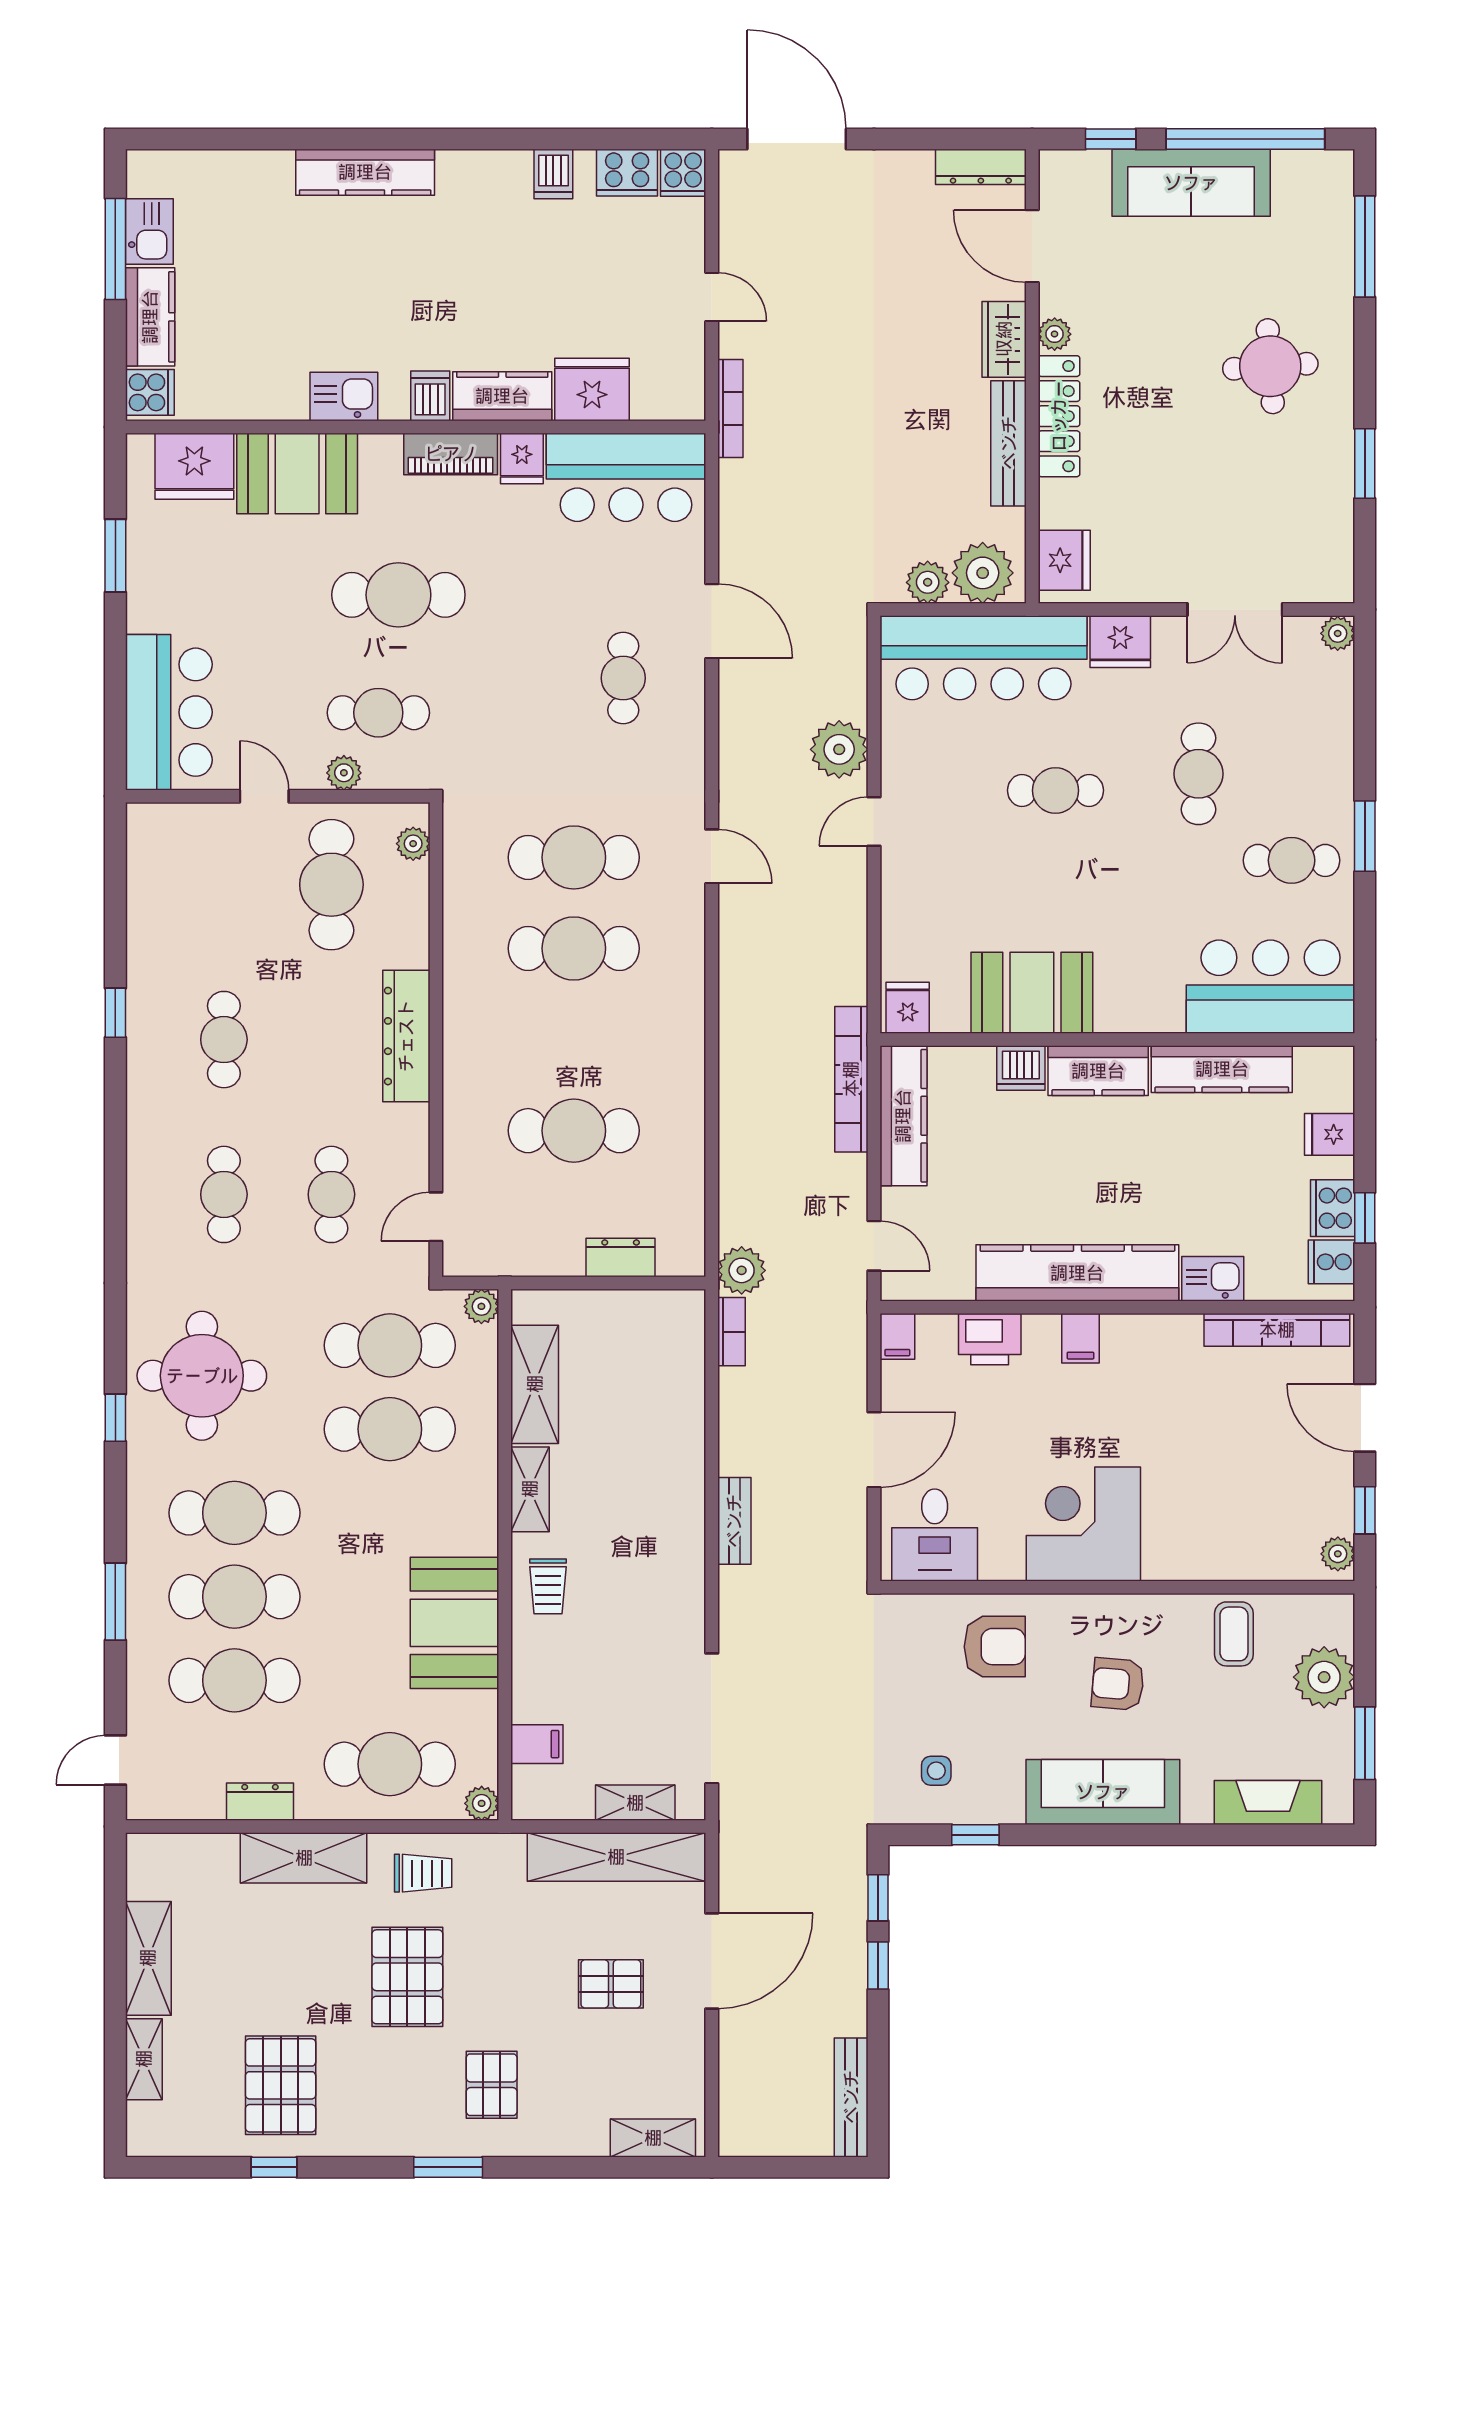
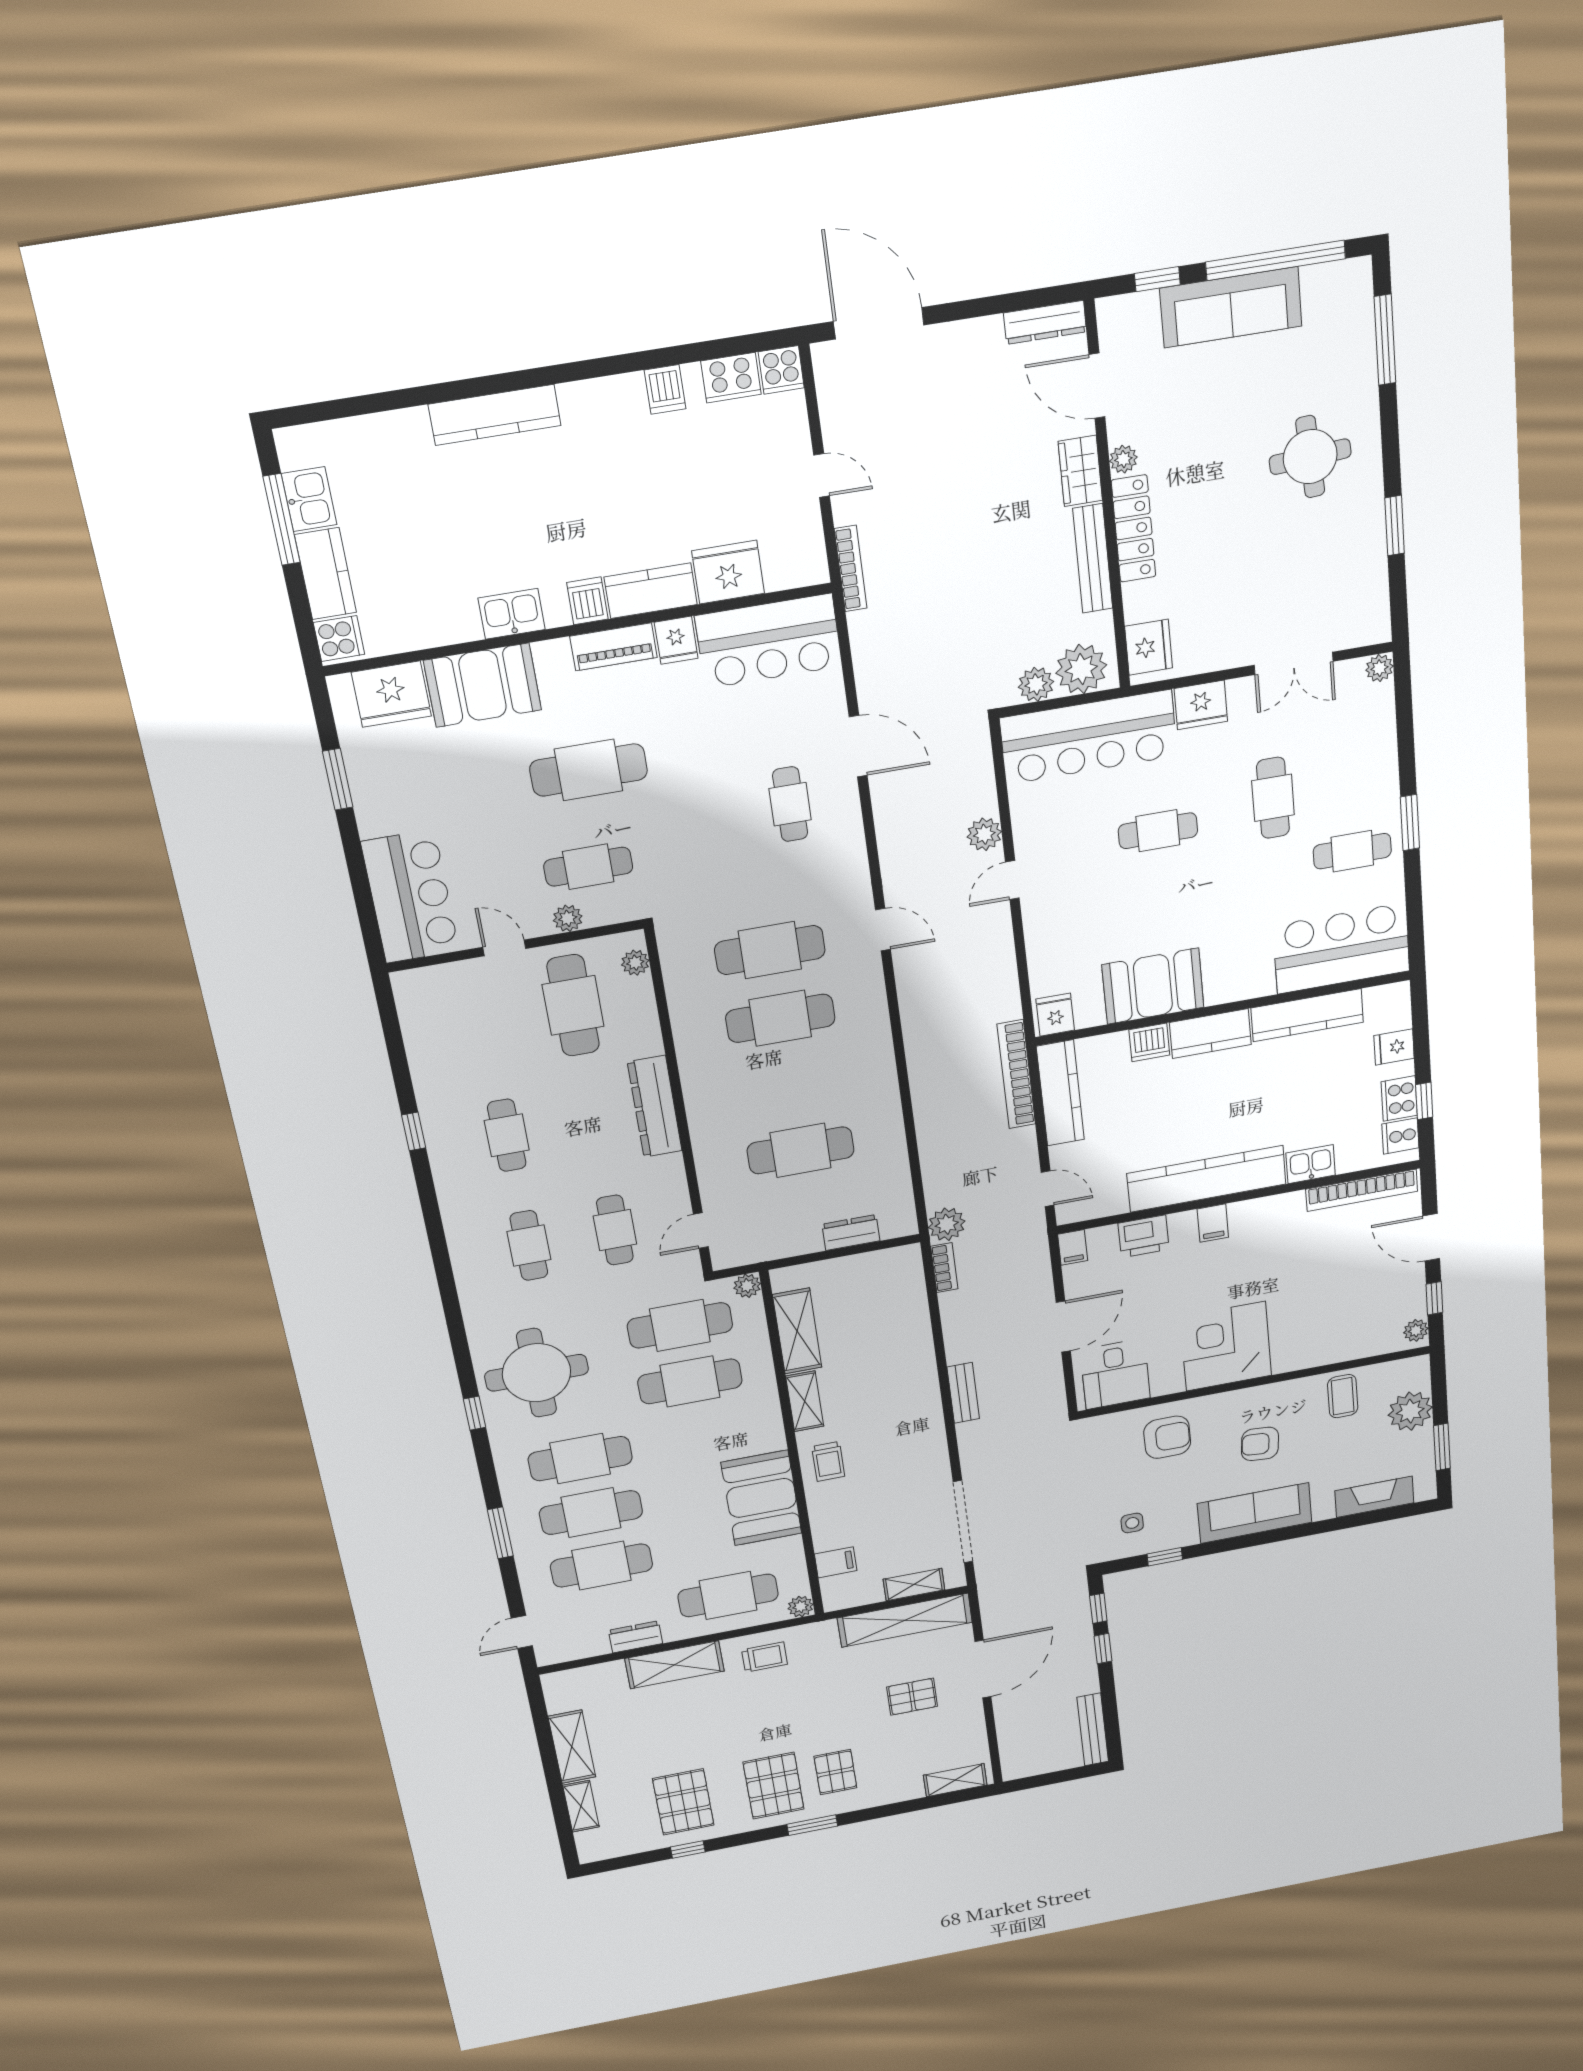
plant: (839, 749) -> (984, 834), width x0.73, depth x0.73
pallet: (407, 1977) -> (774, 1786), moved

